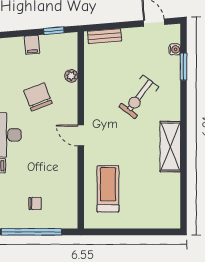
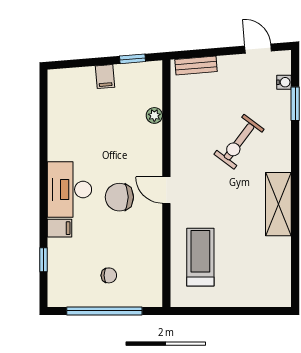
chair: (38, 97) -> (119, 197), moved, turned -69

